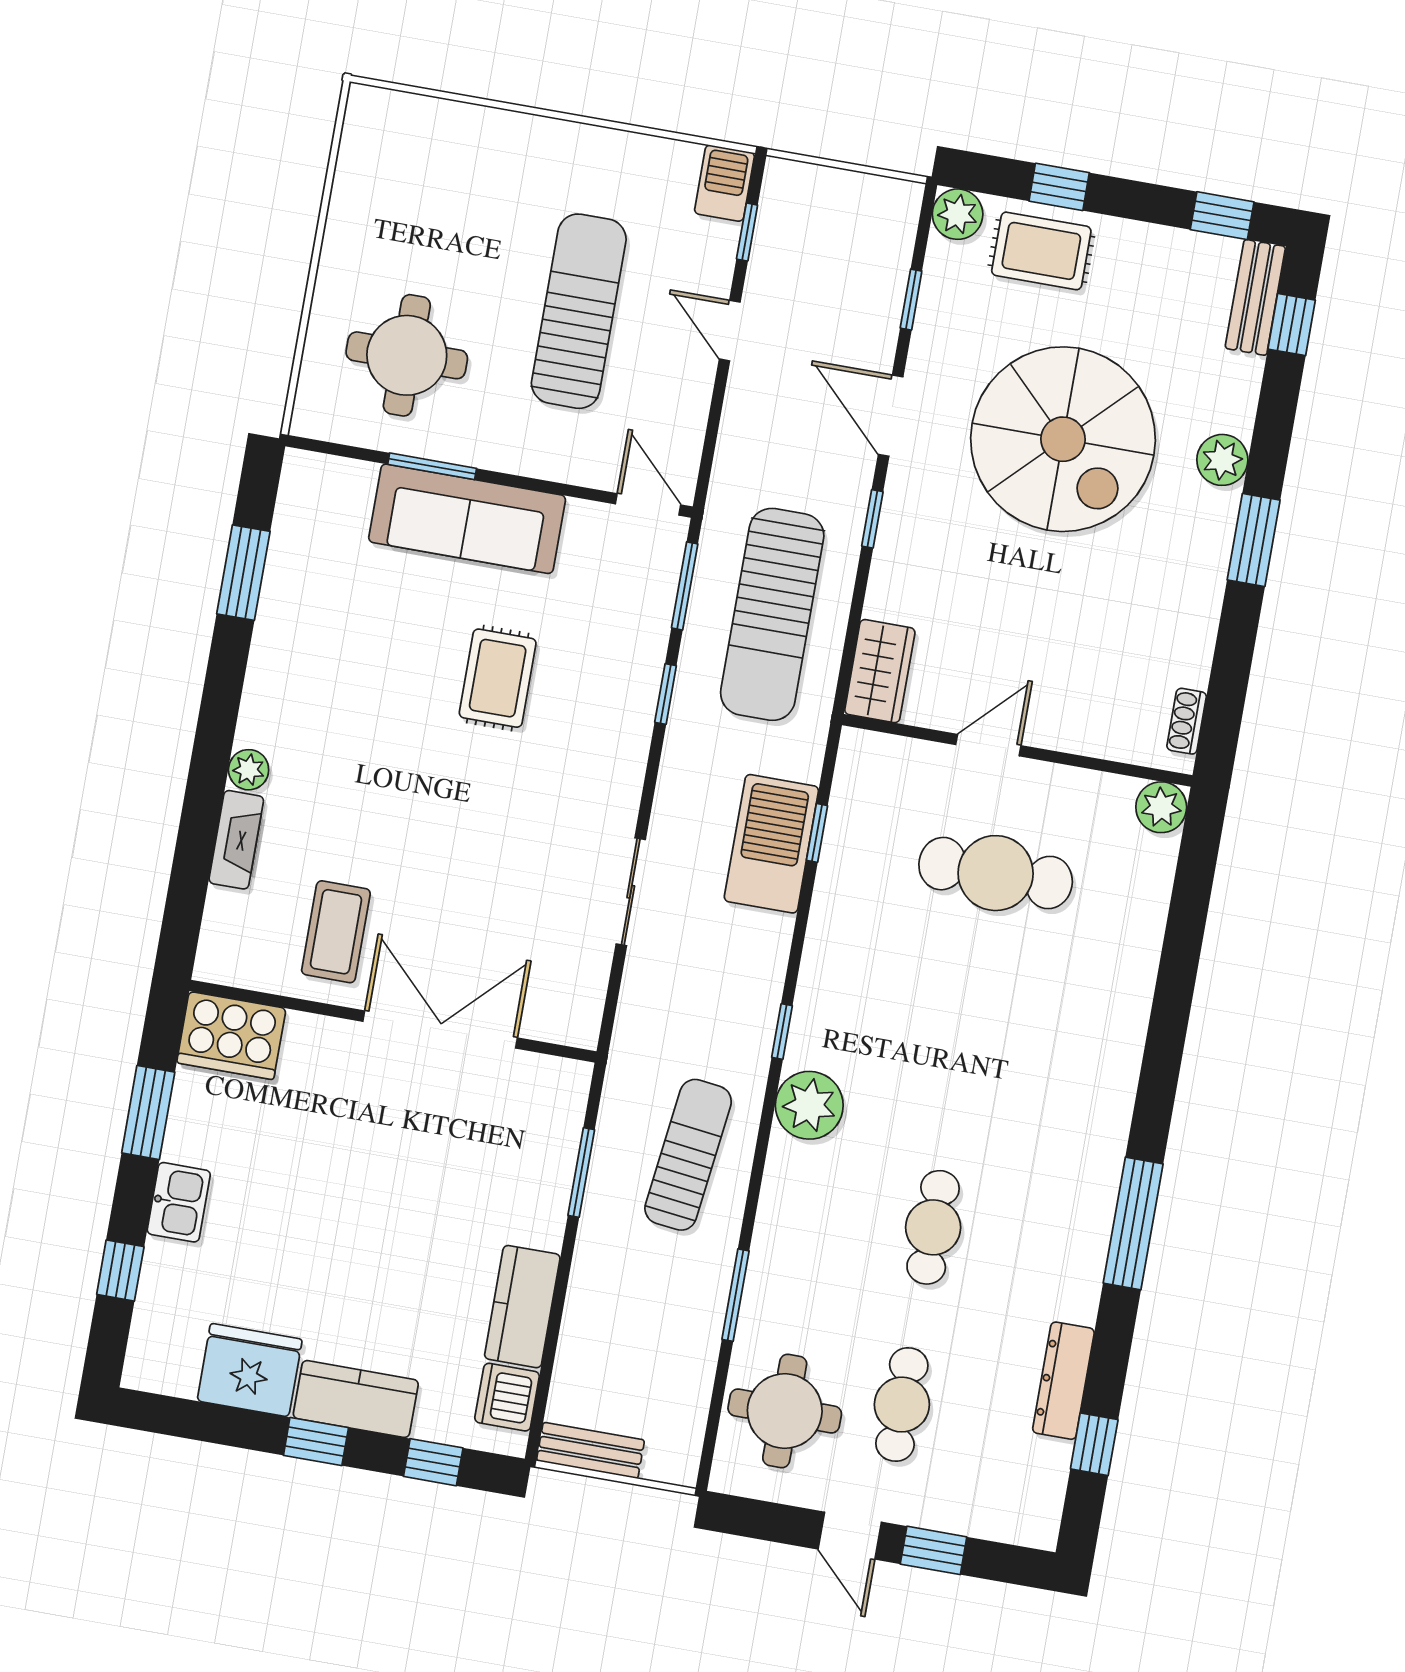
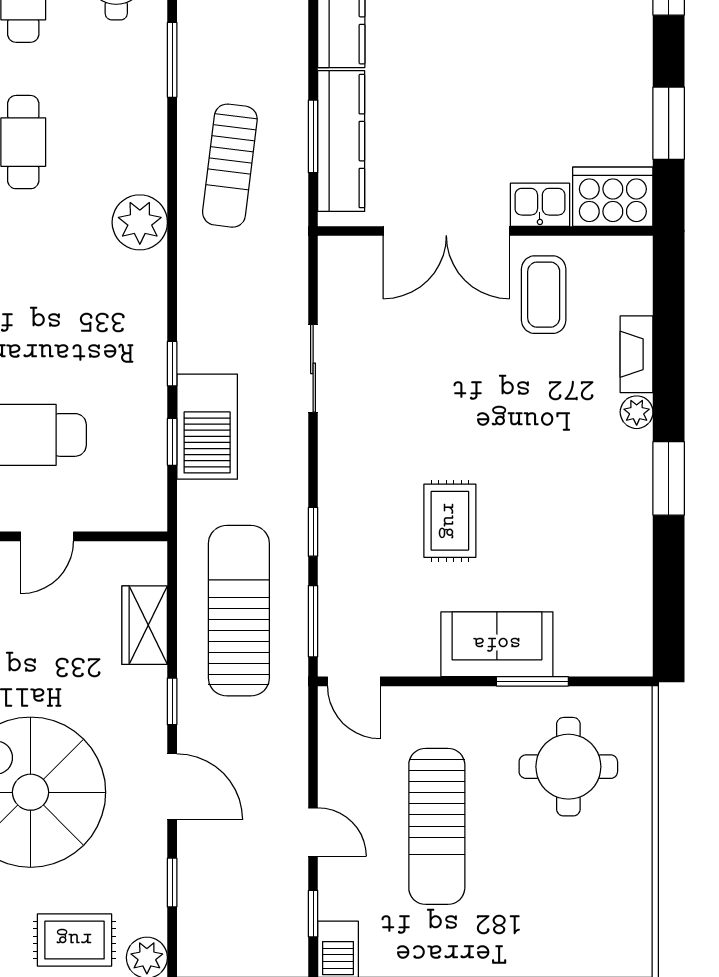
sofa: (467, 519) -> (497, 644), width x0.73
window: (243, 573) -> (669, 478), moved
wardrobe: (880, 671) -> (145, 625), moved
window: (782, 1032) -> (172, 364), moved
kitchen counter: (548, 1161) -> (341, 141), added
kitchen sink: (179, 1202) -> (540, 205), moved, turned 90

